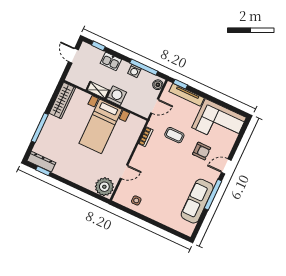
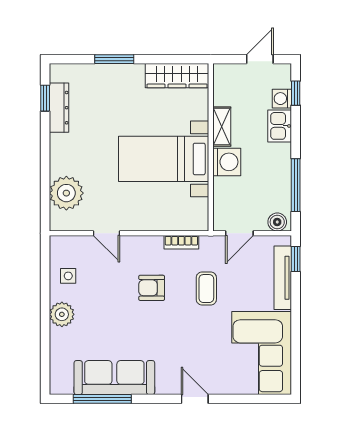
washing machine: (134, 71) -> (282, 99), moved
door: (155, 106) -> (239, 233), hinge flipped
window: (40, 128) -> (114, 59), width x0.69
armchair: (202, 151) -> (152, 288), moved, turned 90
dresser: (41, 162) -> (59, 108), moved
plant: (104, 187) -> (66, 193), moved
window: (213, 195) -> (102, 399), moved
plant: (154, 212) -> (62, 314), added

